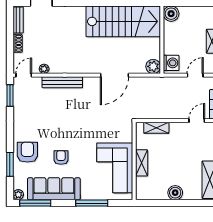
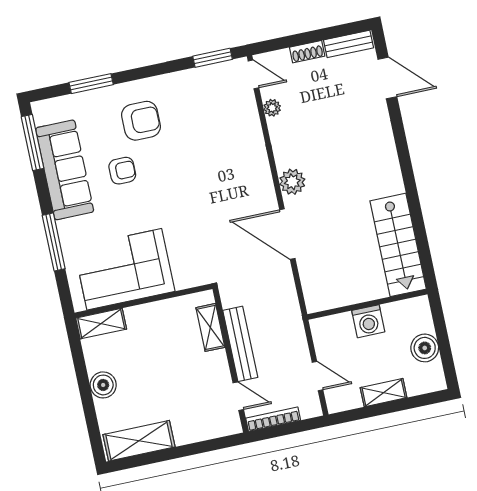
boiler: (171, 14) -> (425, 348), moved
stairs: (123, 21) -> (398, 245), width x0.73, depth x0.66
washing machine: (171, 63) -> (368, 321), moved
plant: (153, 66) -> (292, 182), moved
bench: (62, 82) -> (240, 344), moved
armchair: (27, 152) -> (141, 121), moved
shelving: (142, 163) -> (101, 324), moved
plant: (18, 195) -> (41, 109), removed

